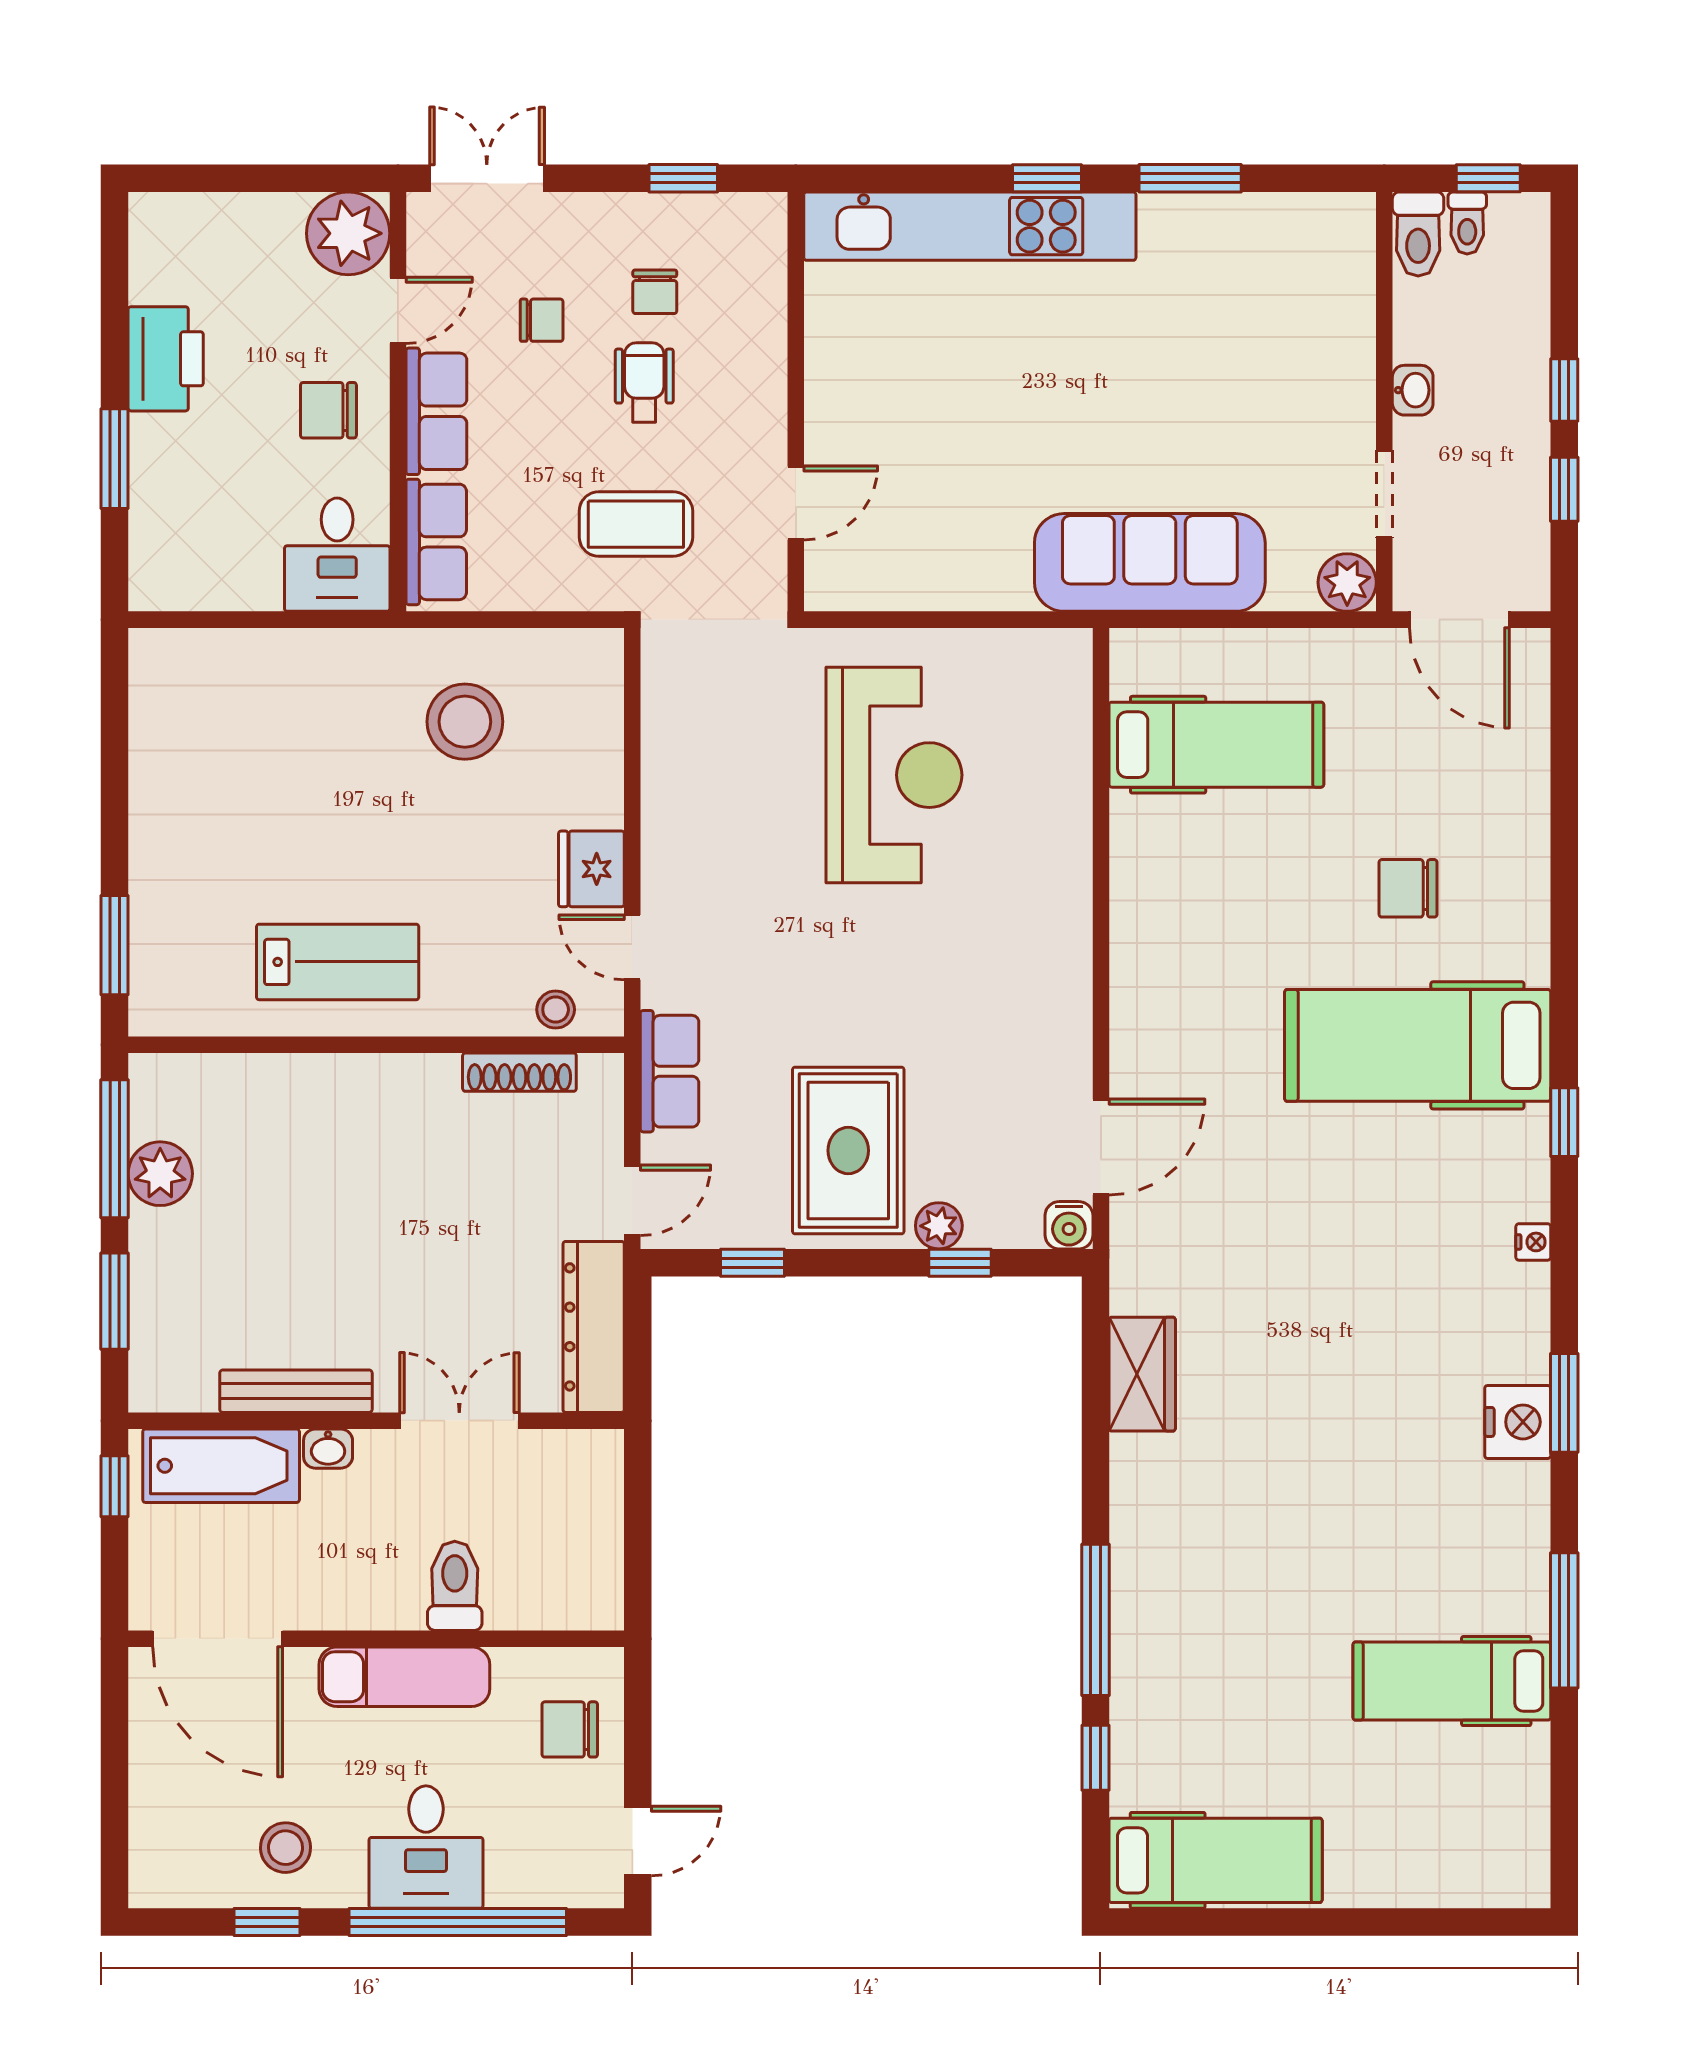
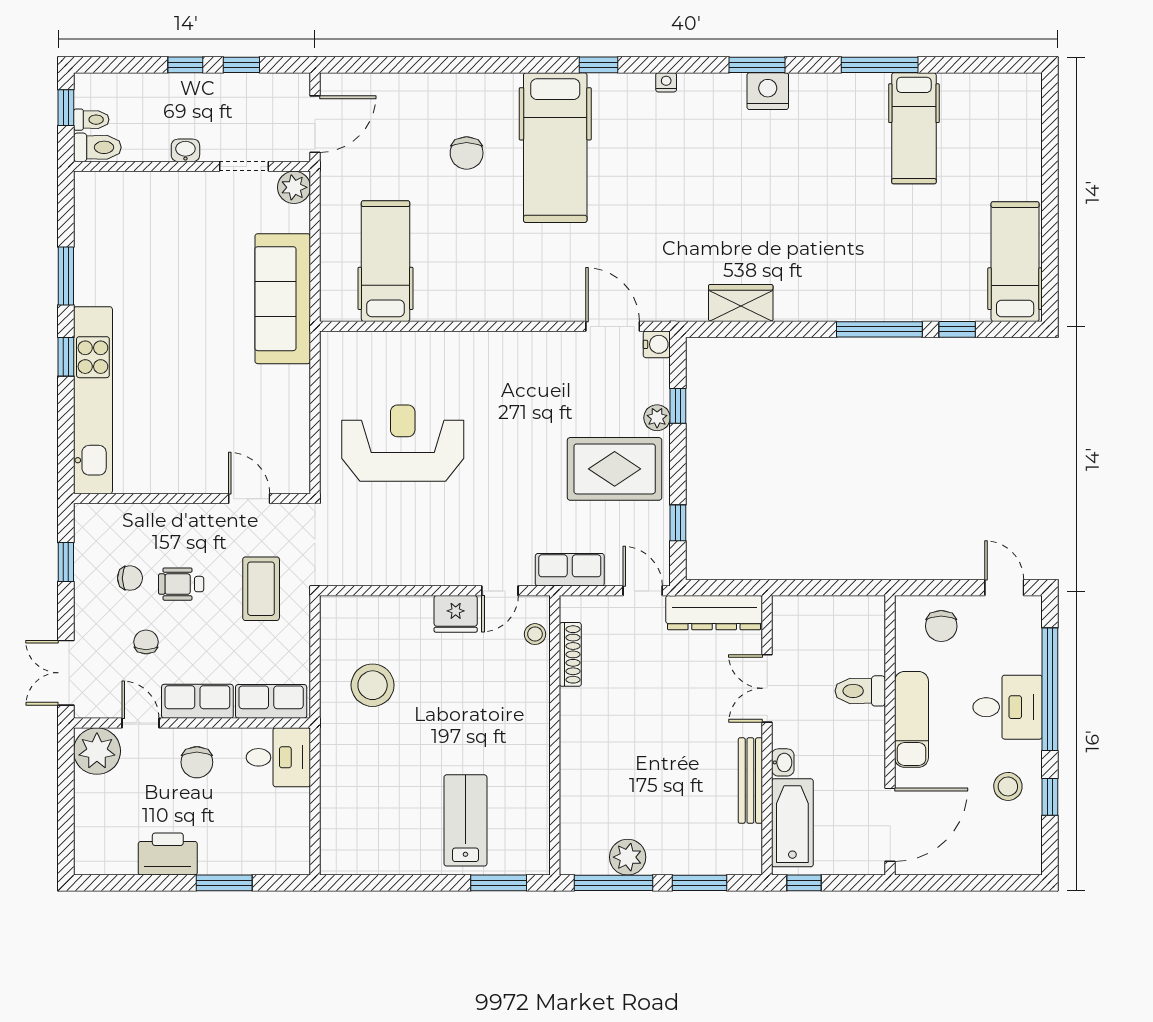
lab bench: (338, 962) -> (465, 820), moved

